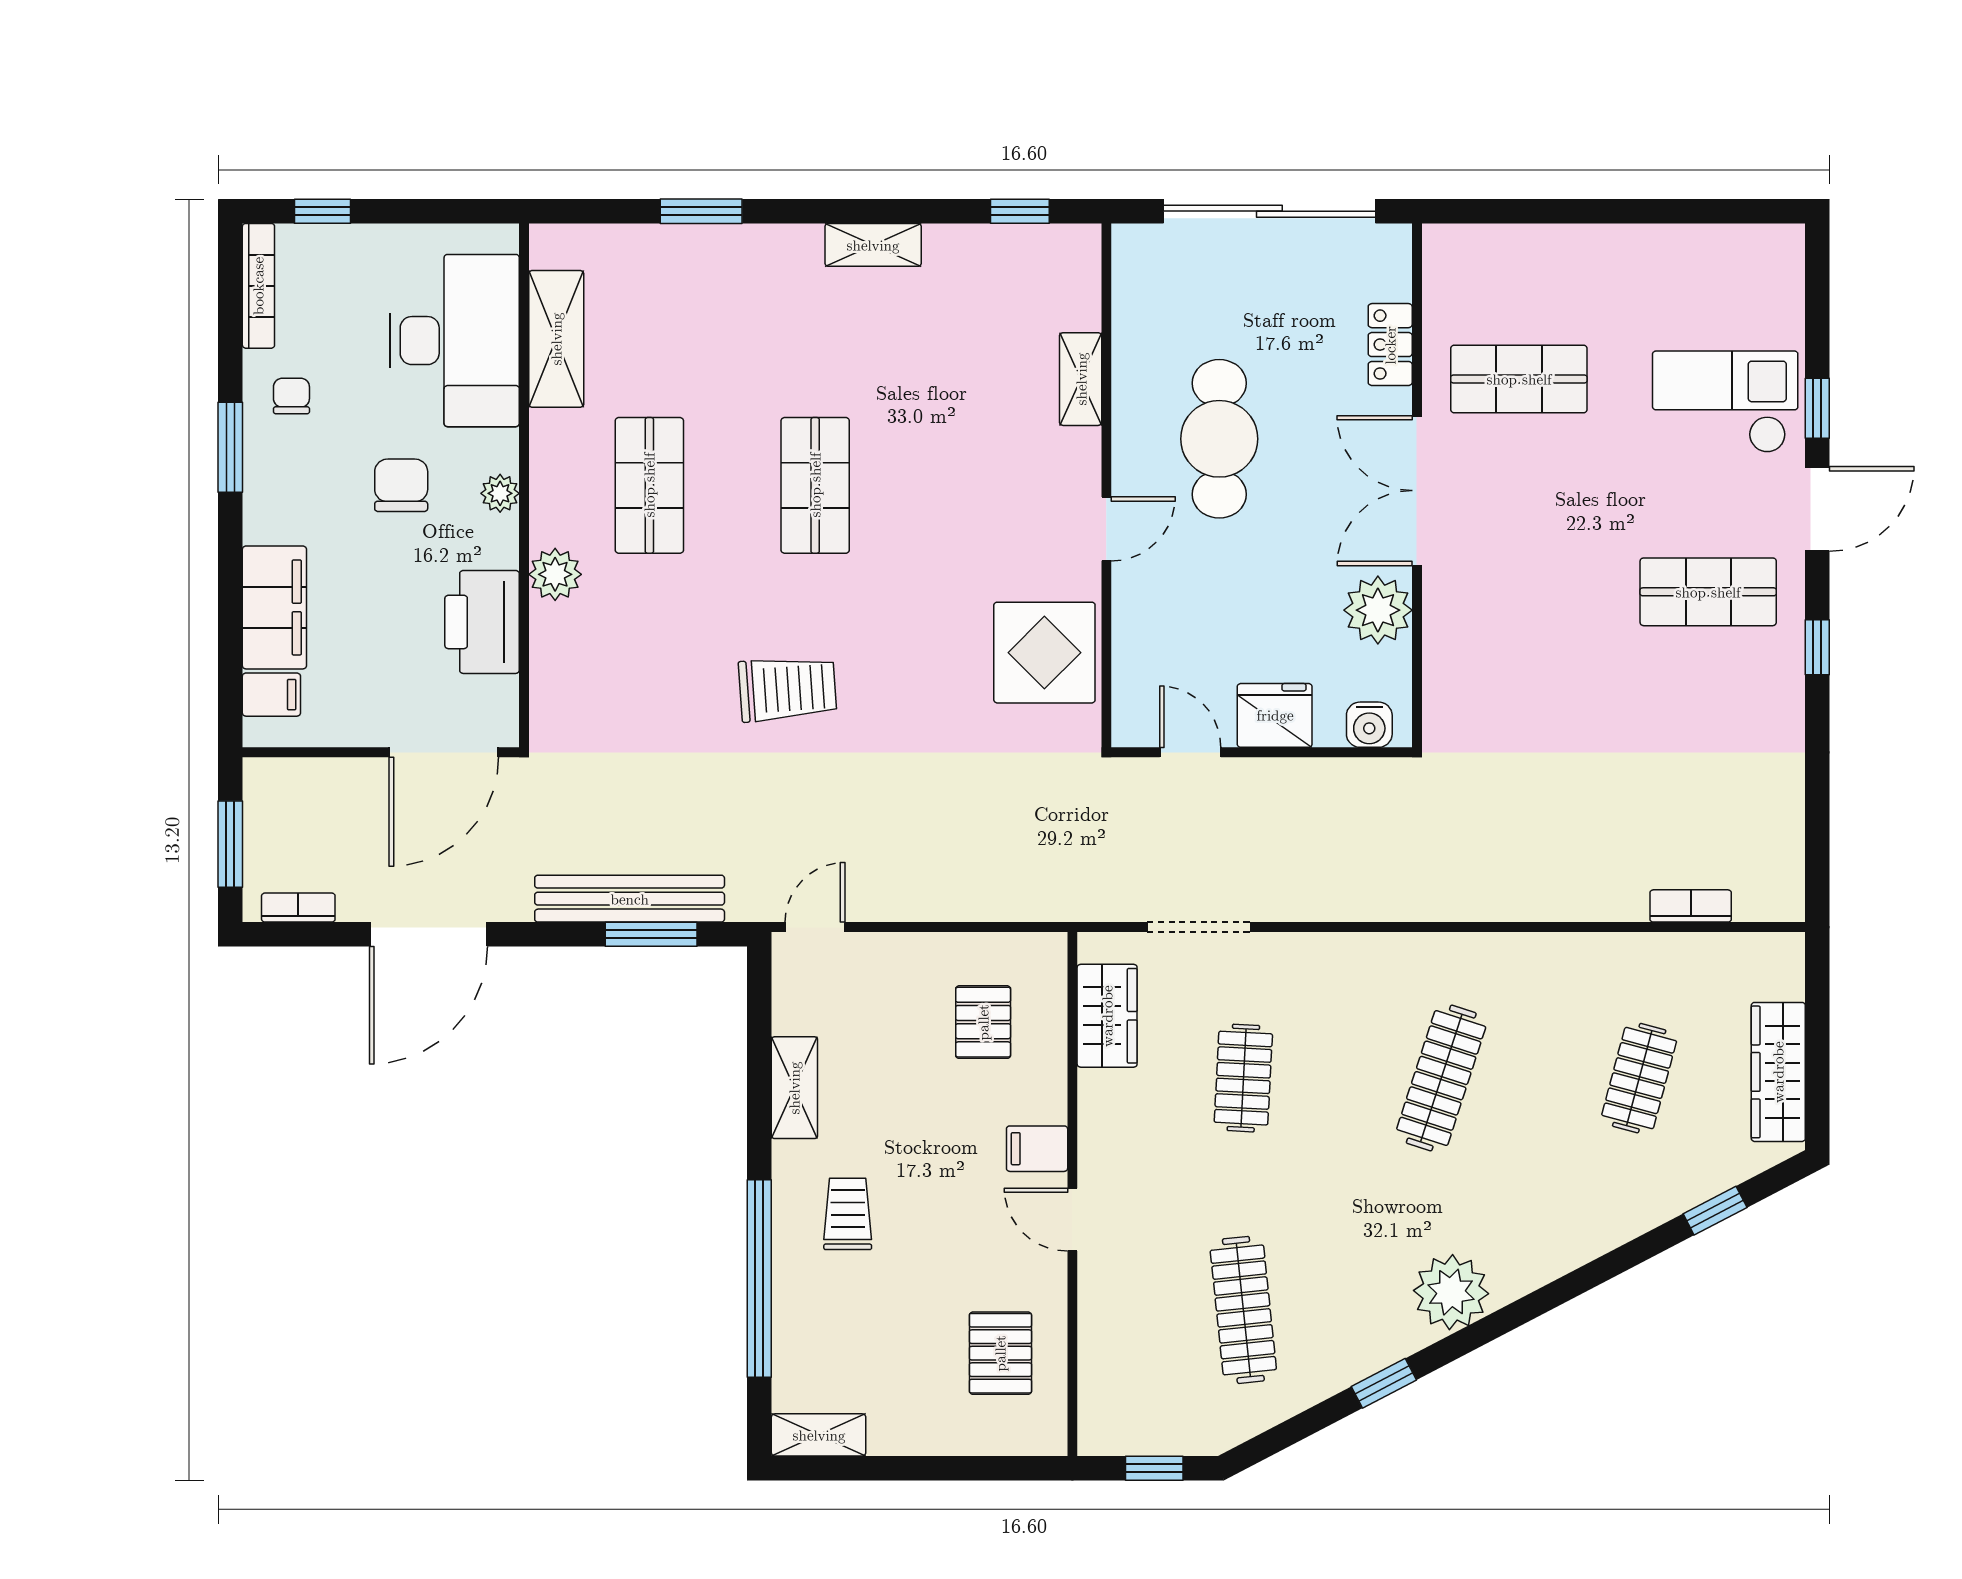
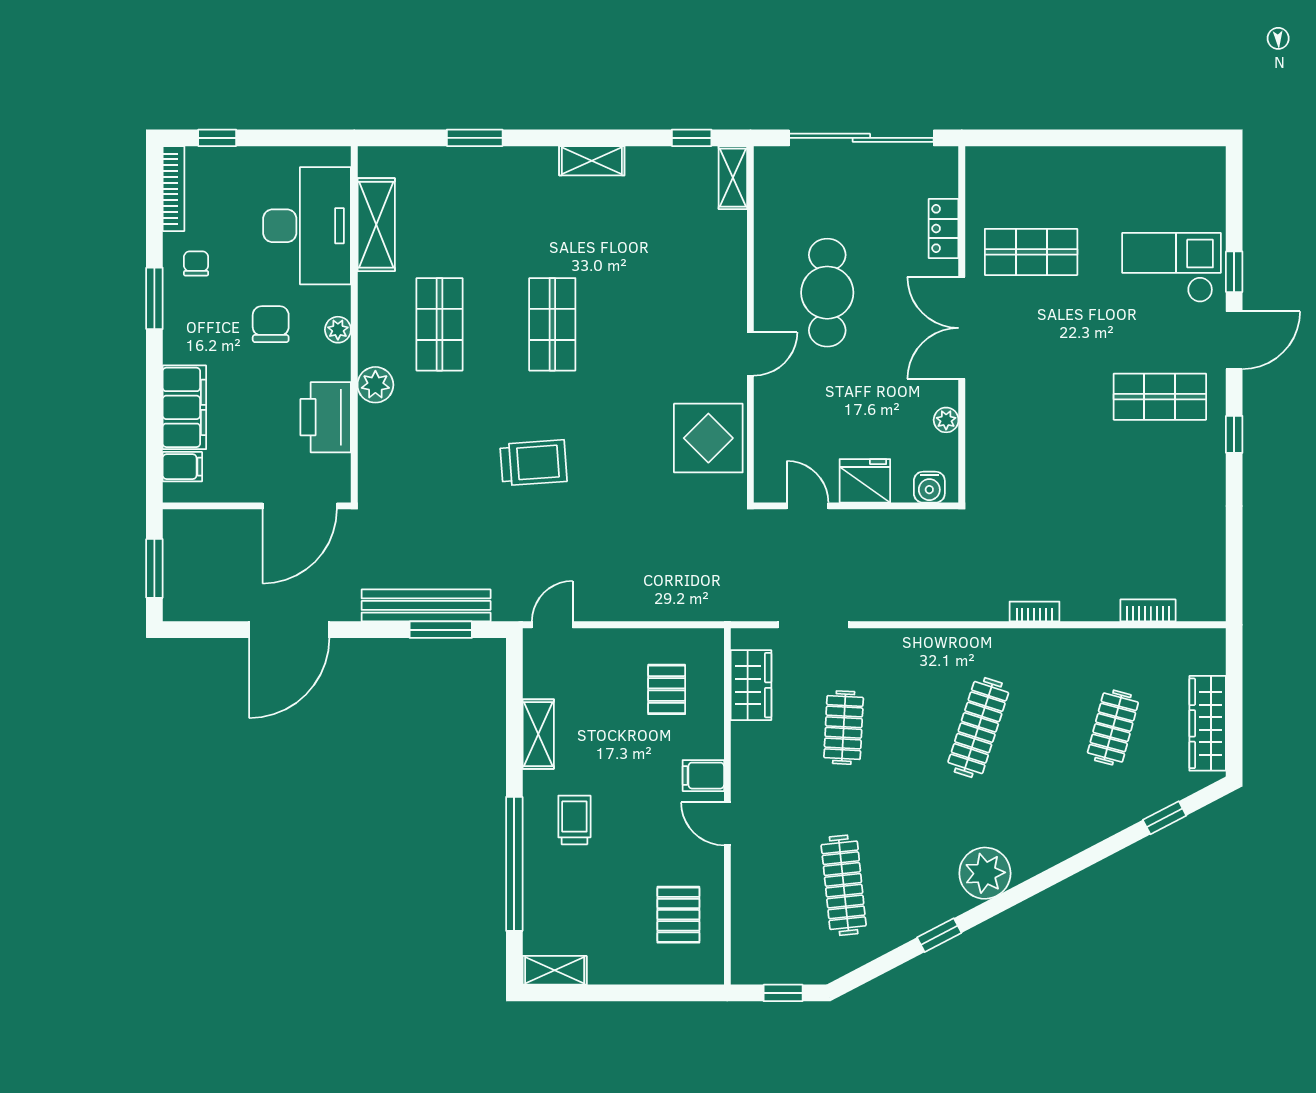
shelving: (1081, 379) -> (733, 178), moved
plant: (1378, 610) -> (946, 420), width x0.53, depth x0.53
bookcase: (298, 908) -> (1034, 612), moved

